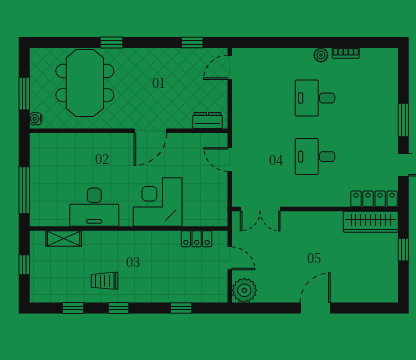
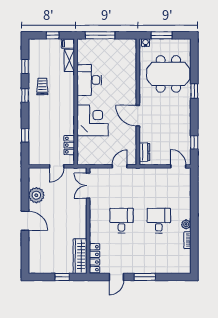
filing cabinet: (37, 241) -> (68, 44), added
plant: (244, 290) -> (36, 195), moved

